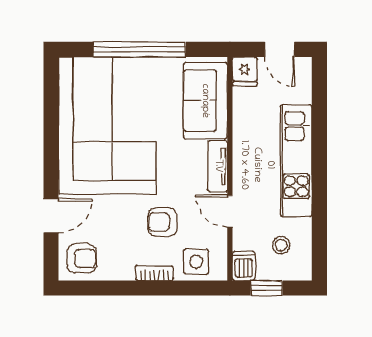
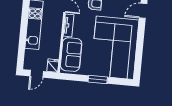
window: (139, 49) -> (98, 80), width x0.47
door: (280, 49) -> (37, 74), swing flipped

